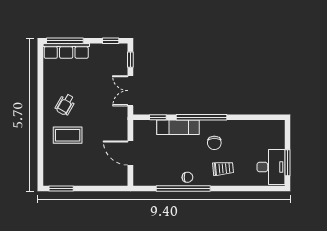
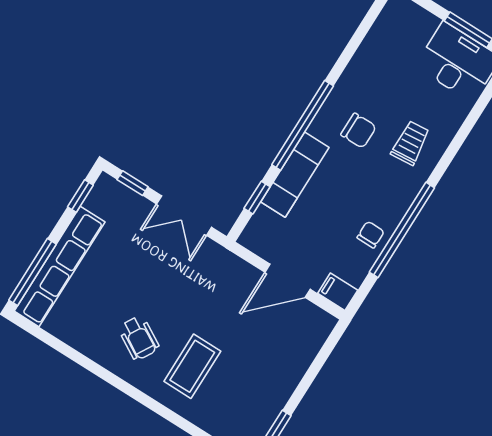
row of seats: (66, 51) -> (60, 267), width x1.36
chair: (187, 177) -> (371, 235), moved
filing cabinet: (139, 178) -> (338, 292), added

